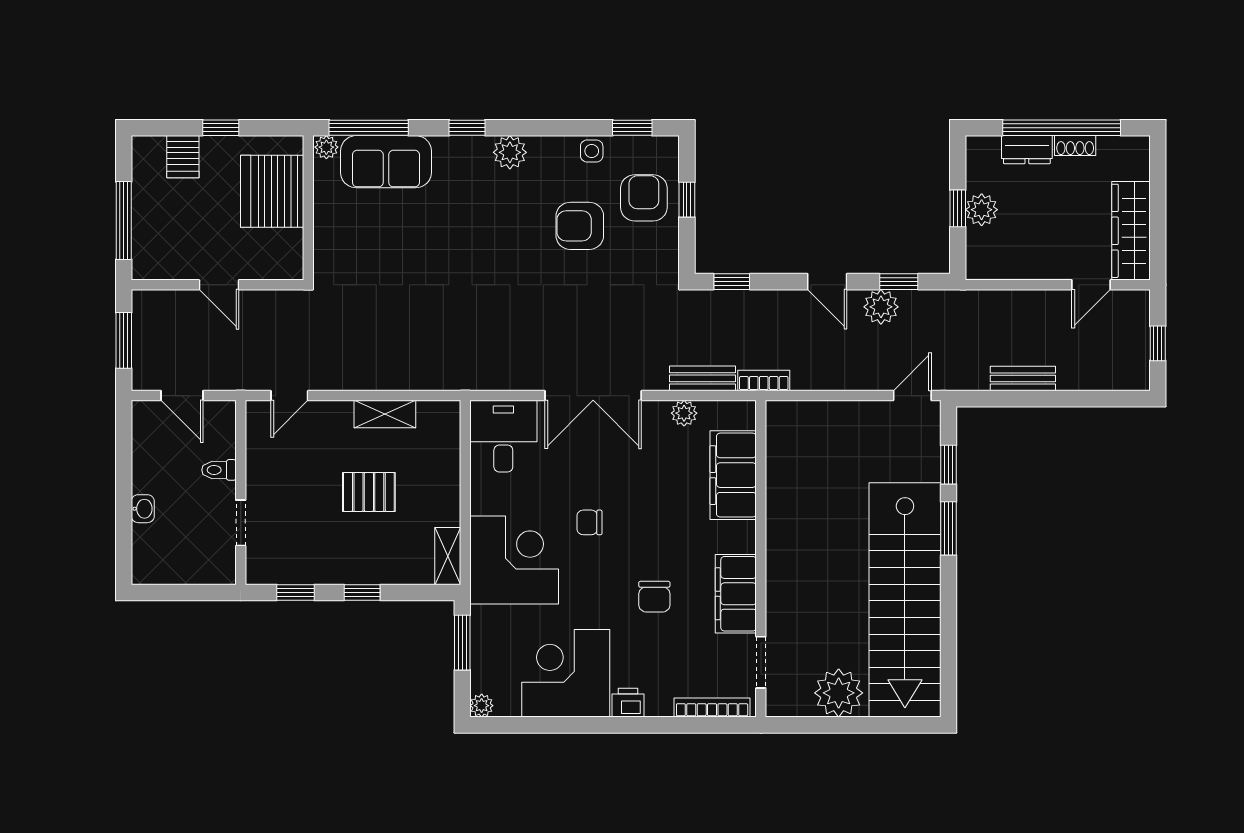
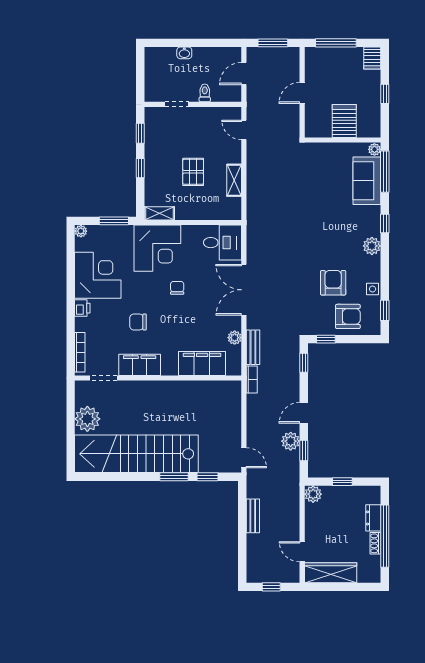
server rack: (183, 157) -> (372, 58), moved, turned -90
server rack: (272, 191) -> (344, 121), width x0.62
window: (687, 200) -> (326, 339), moved
plant: (982, 210) -> (313, 494), moved

